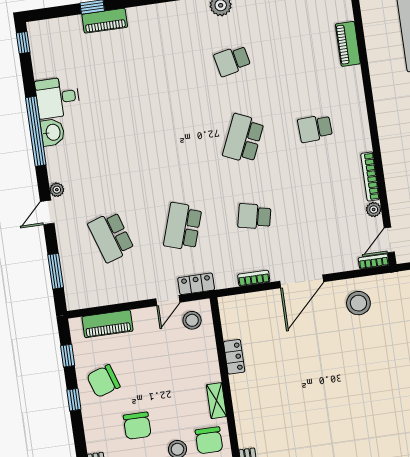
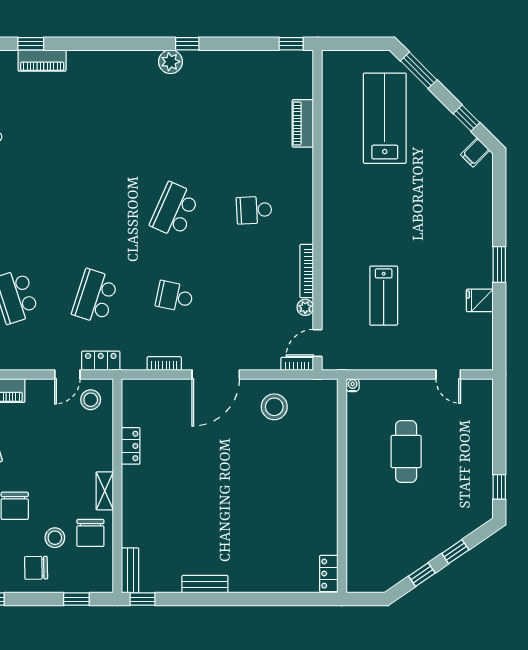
school desk: (232, 61) -> (174, 124), removed

